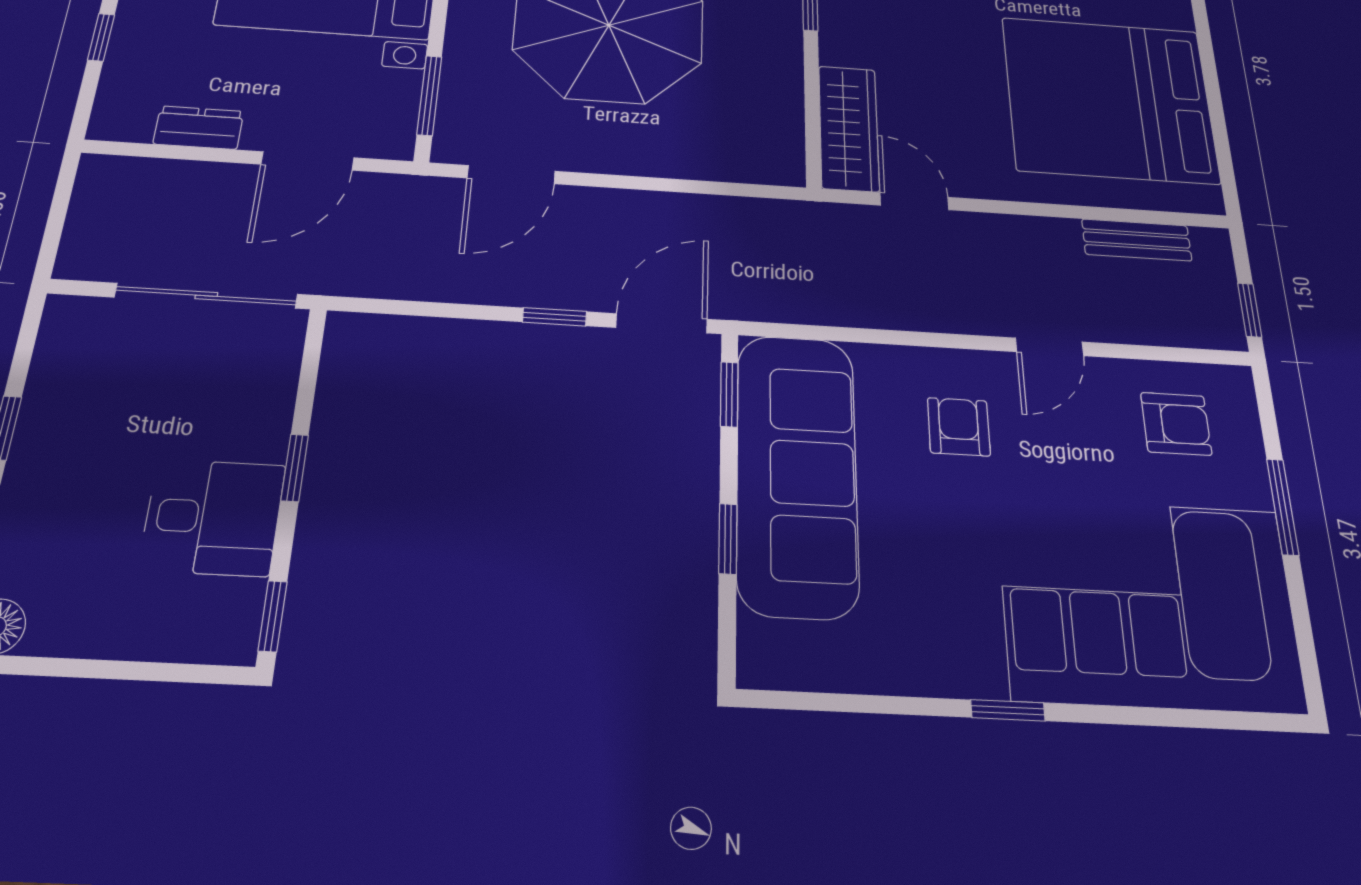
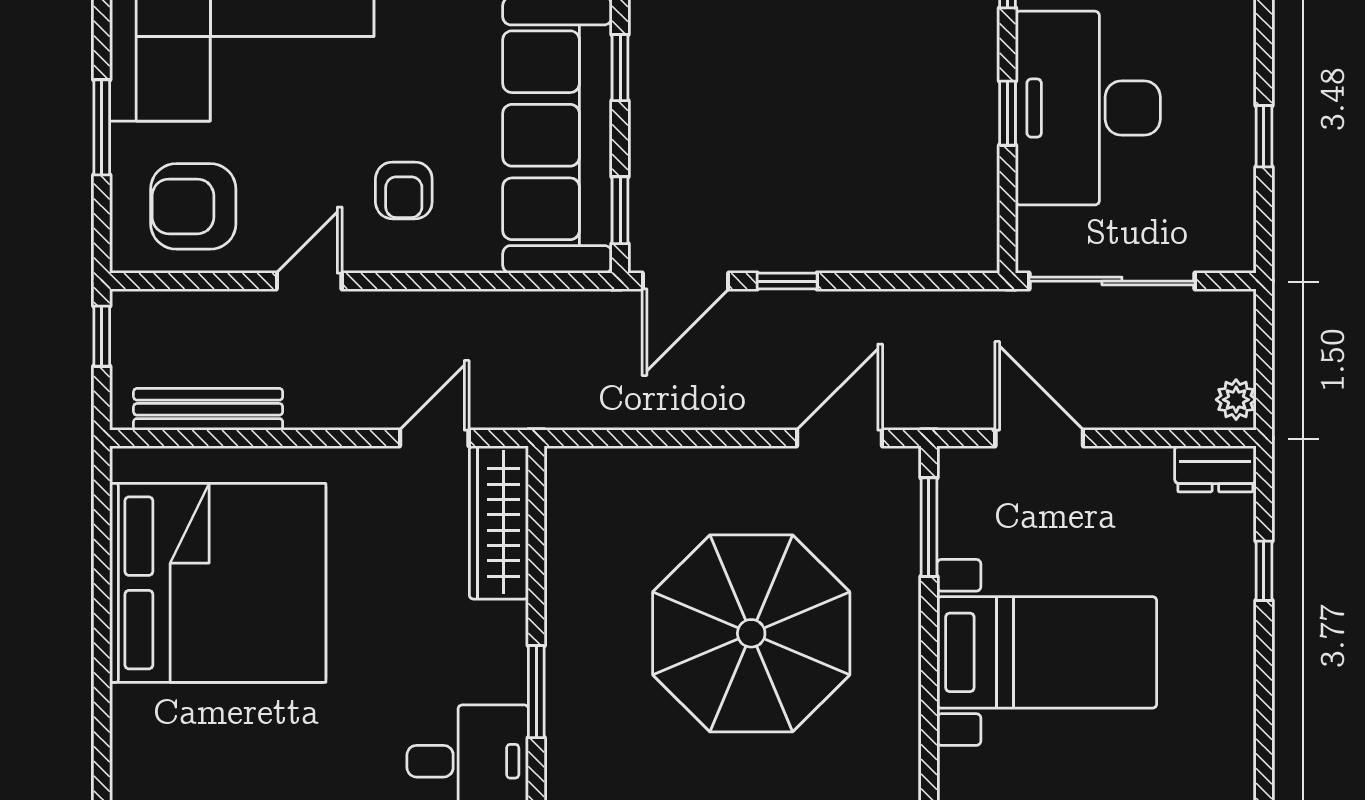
dresser: (199, 128) -> (1215, 469), moved
door: (308, 161) -> (1039, 438), hinge flipped
plant: (96, 181) -> (1236, 400), added
door: (914, 201) -> (434, 438), swing flipped
bench: (1137, 240) -> (208, 409), width x1.36
armchair: (1176, 424) -> (193, 206), width x1.38, depth x1.38
desk: (213, 517) -> (1088, 108), width x1.87, depth x1.30

